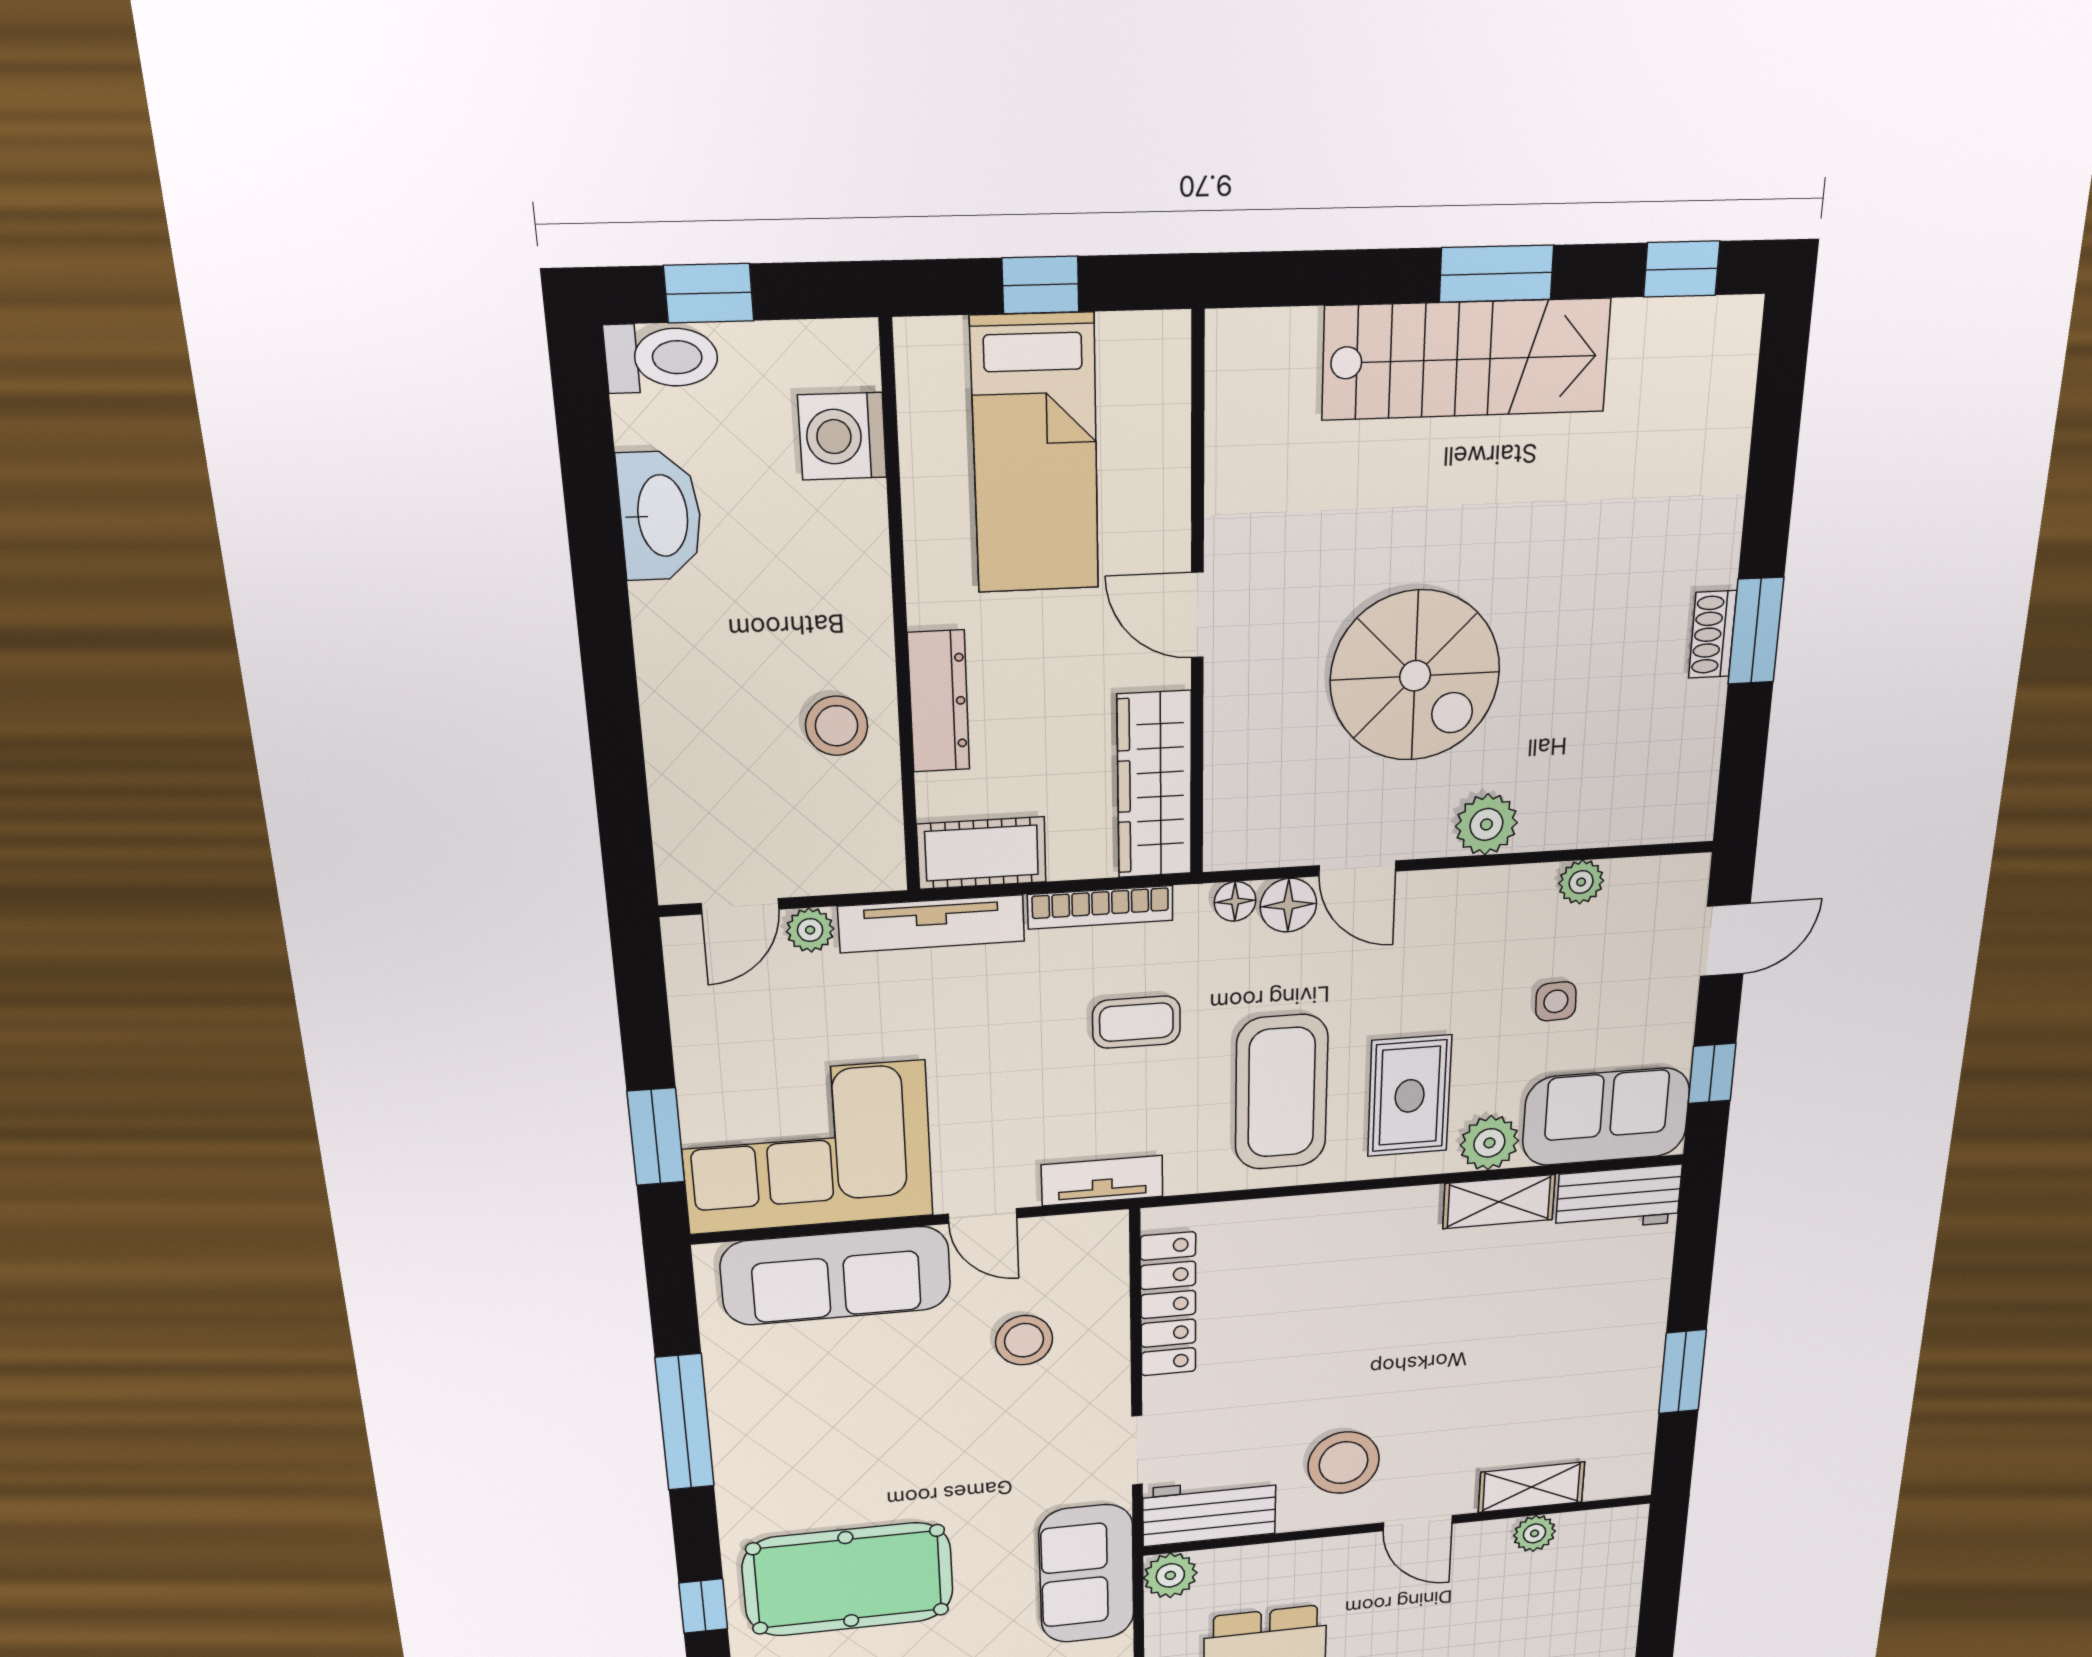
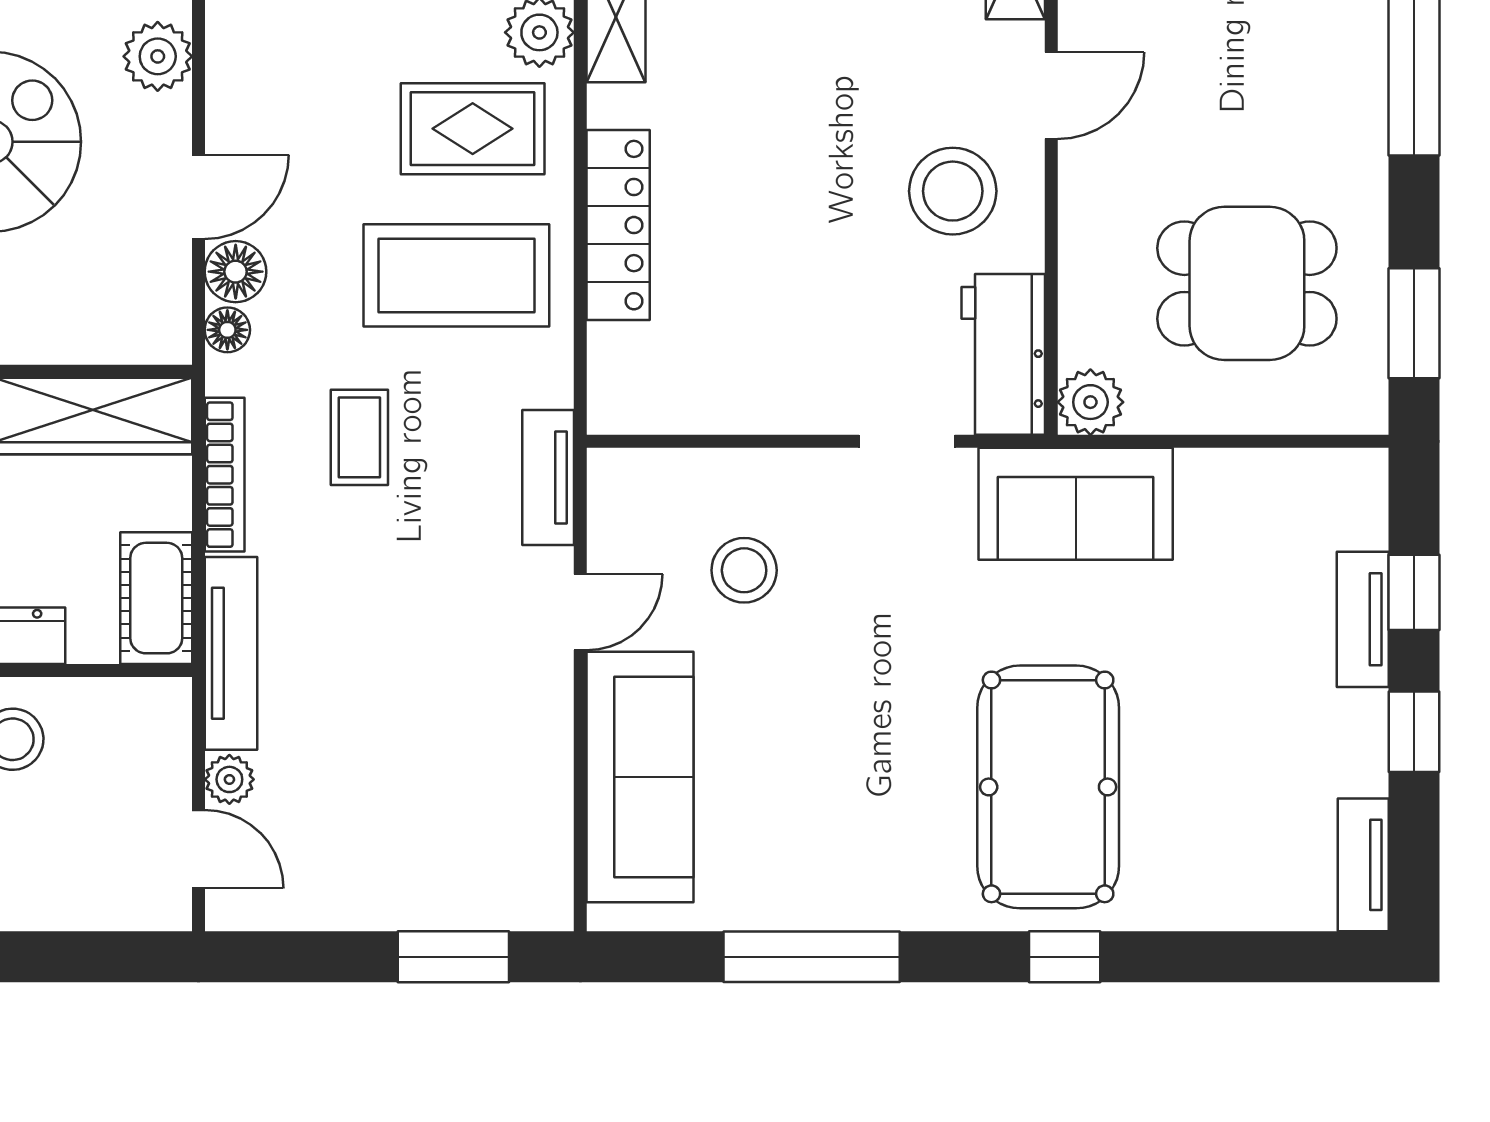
corner sofa: (806, 1148) -> (480, 799), removed
locker: (1168, 1304) -> (618, 225), moved, turned 90

